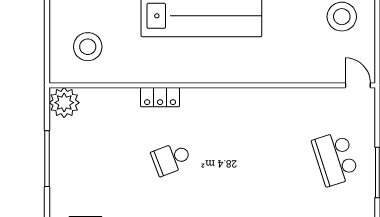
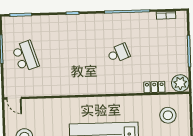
locker: (160, 97) -> (154, 87), moved

